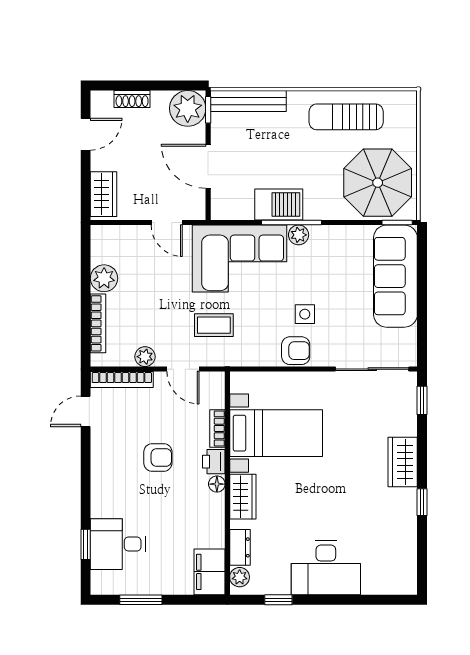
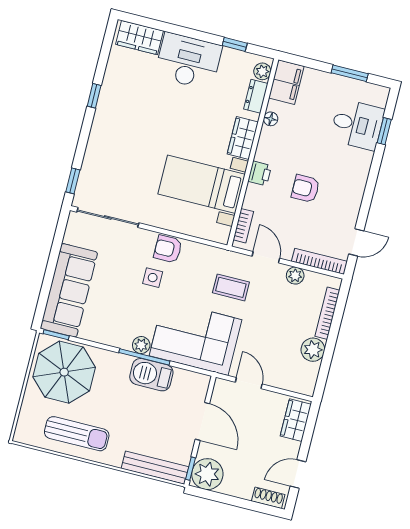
shoe rack: (132, 99) -> (268, 498), moved
bookcase: (217, 428) -> (243, 226), moved
wardrobe: (403, 462) -> (140, 38), moved, turned 90
floor lamp: (217, 484) -> (271, 119), moved

